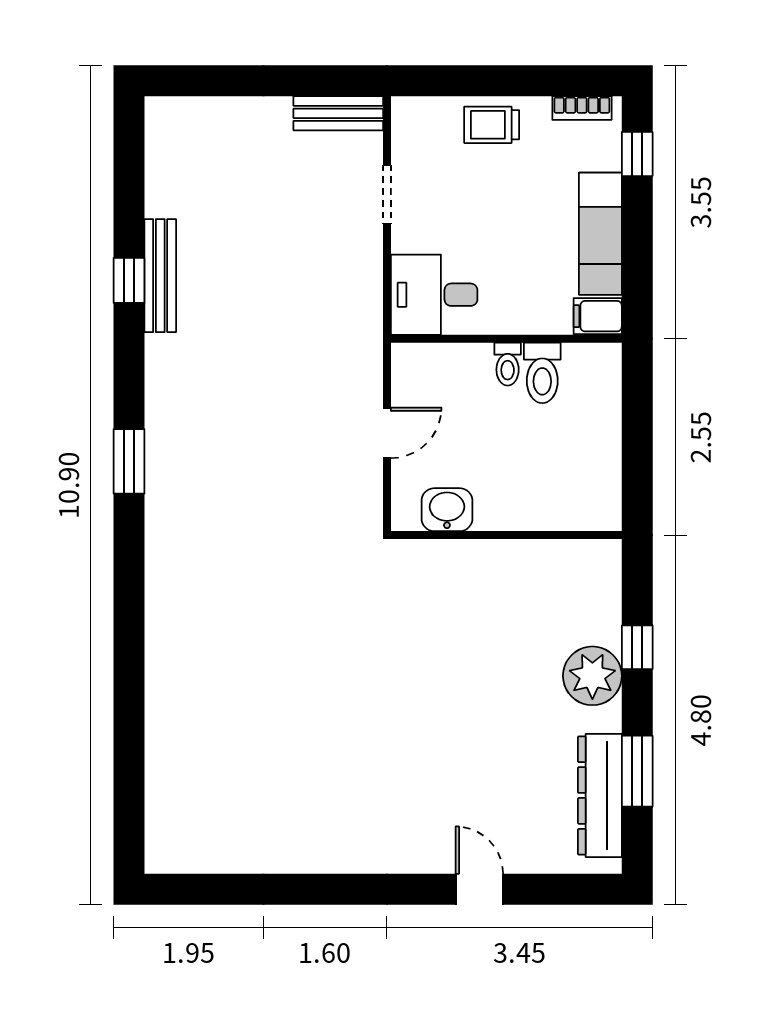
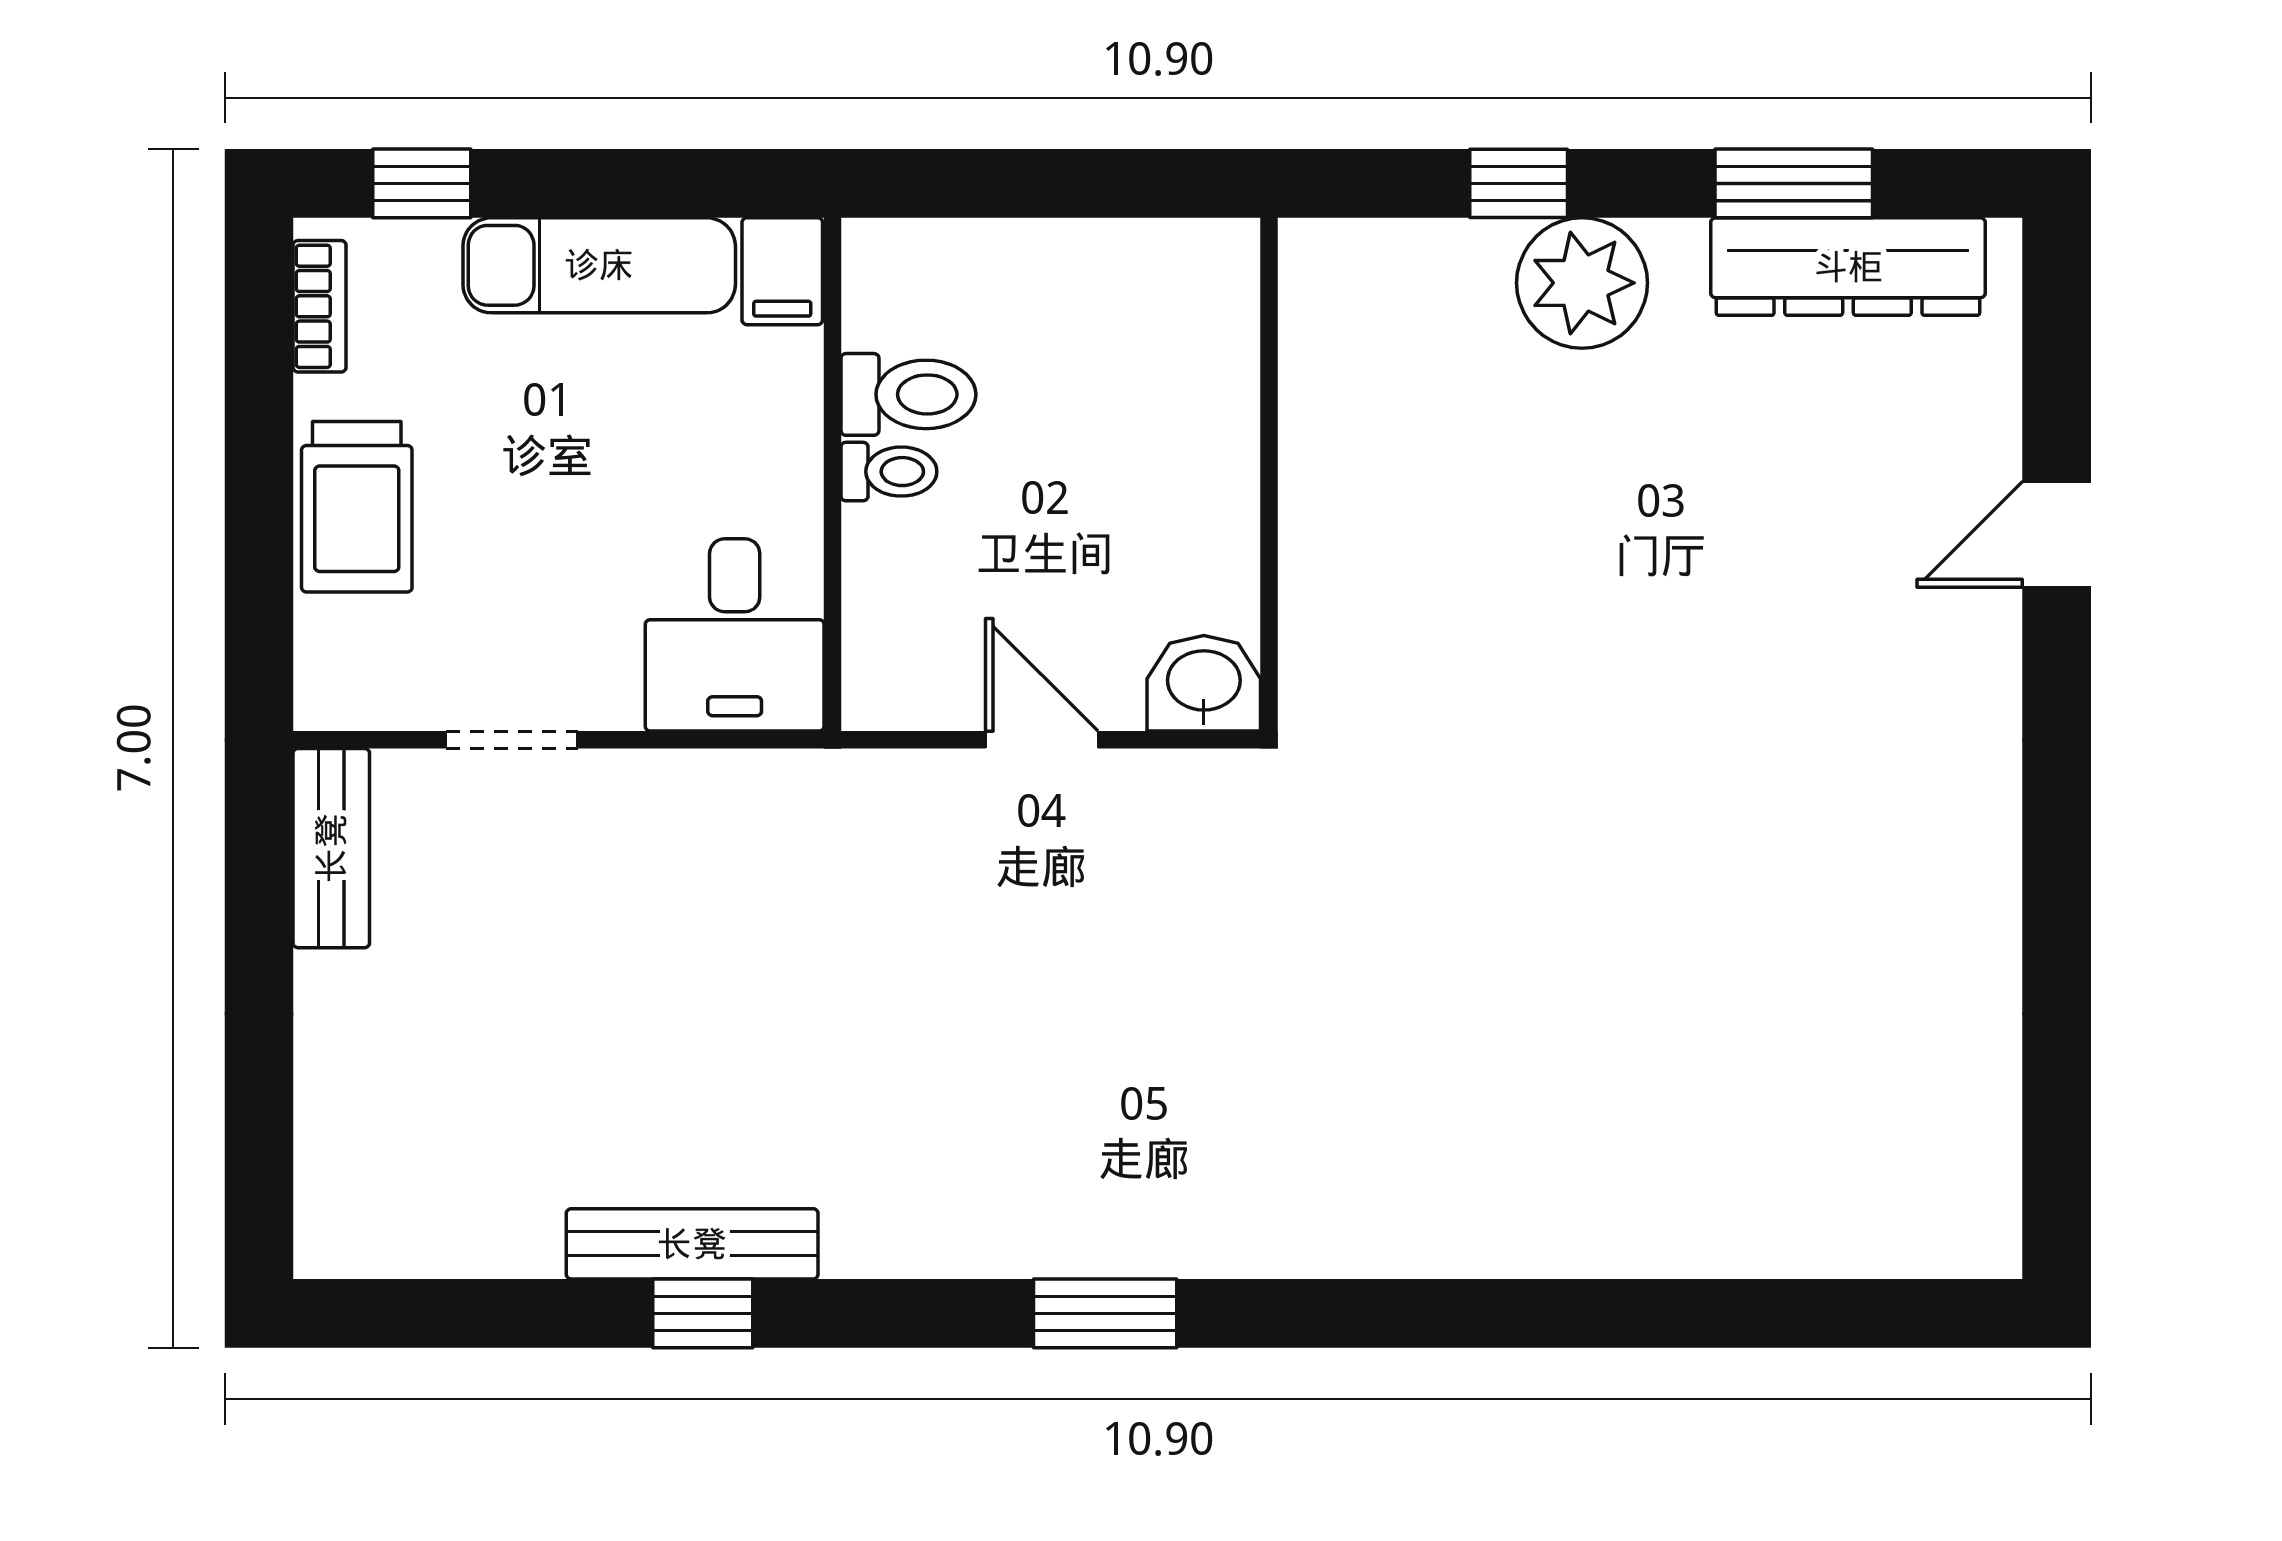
trolley: (492, 125) -> (357, 507), width x1.36, depth x1.39
washbasin: (447, 510) -> (1204, 683), moved, turned 90

